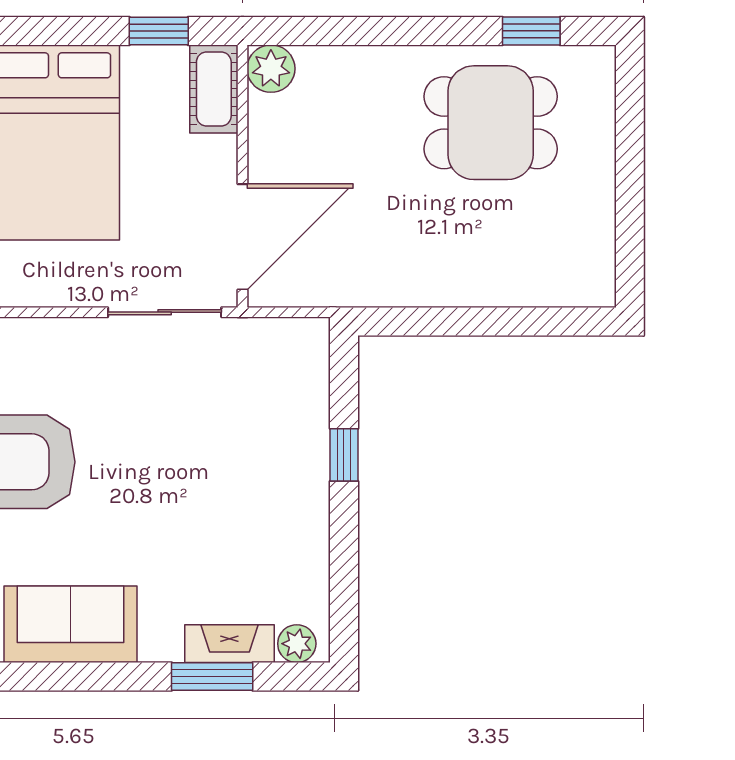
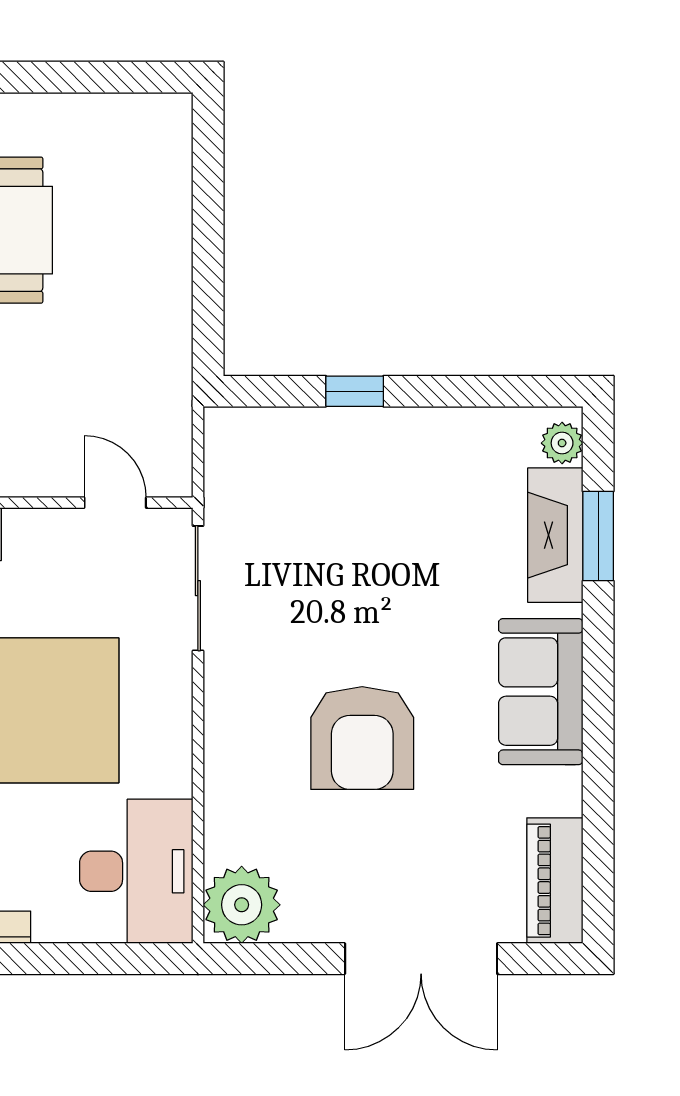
door: (242, 237) -> (115, 503), width x0.53
fireplace: (229, 644) -> (555, 535), width x1.37, depth x1.32

